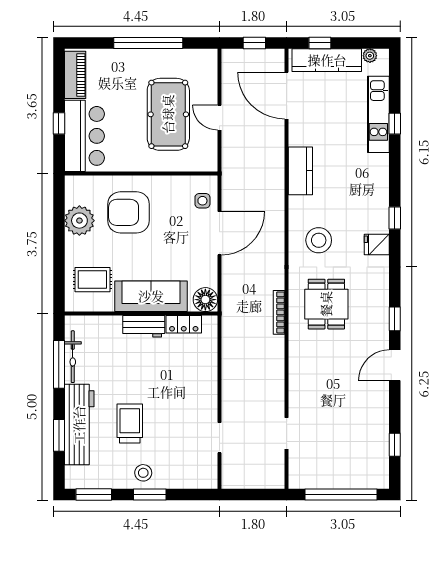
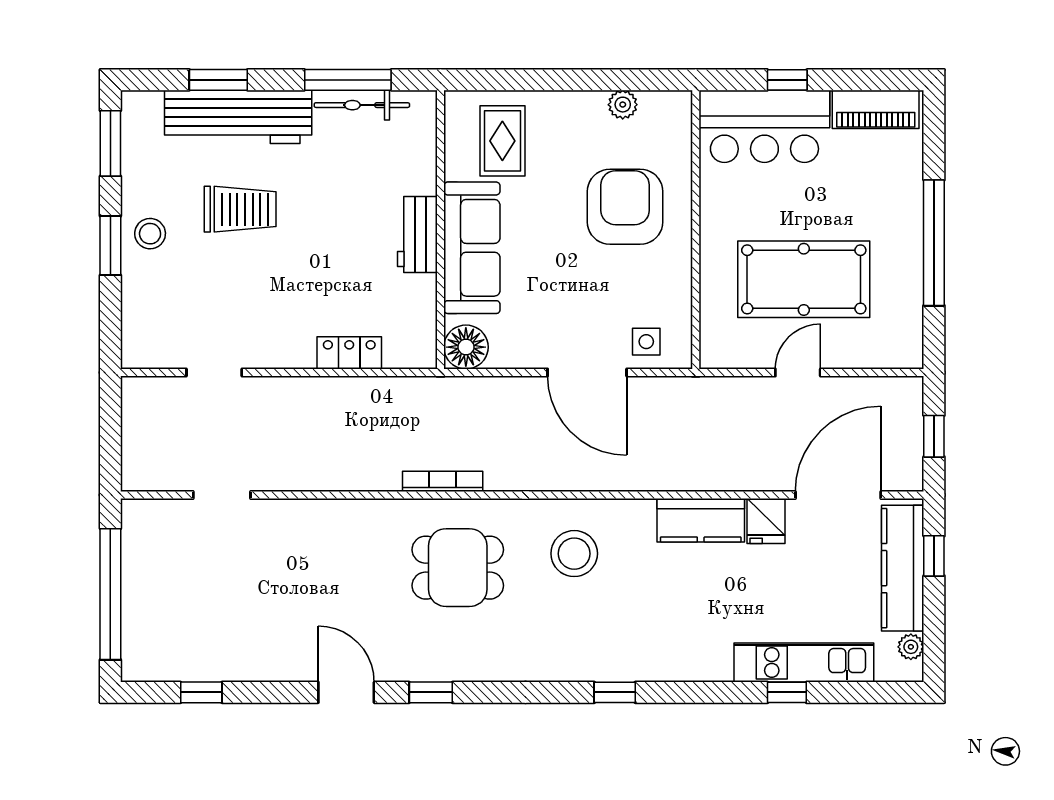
plant: (79, 221) -> (623, 105), width x0.53, depth x0.53
fridge: (377, 245) -> (766, 521), moved, turned 180
locker: (184, 324) -> (349, 353), moved, turned 90

